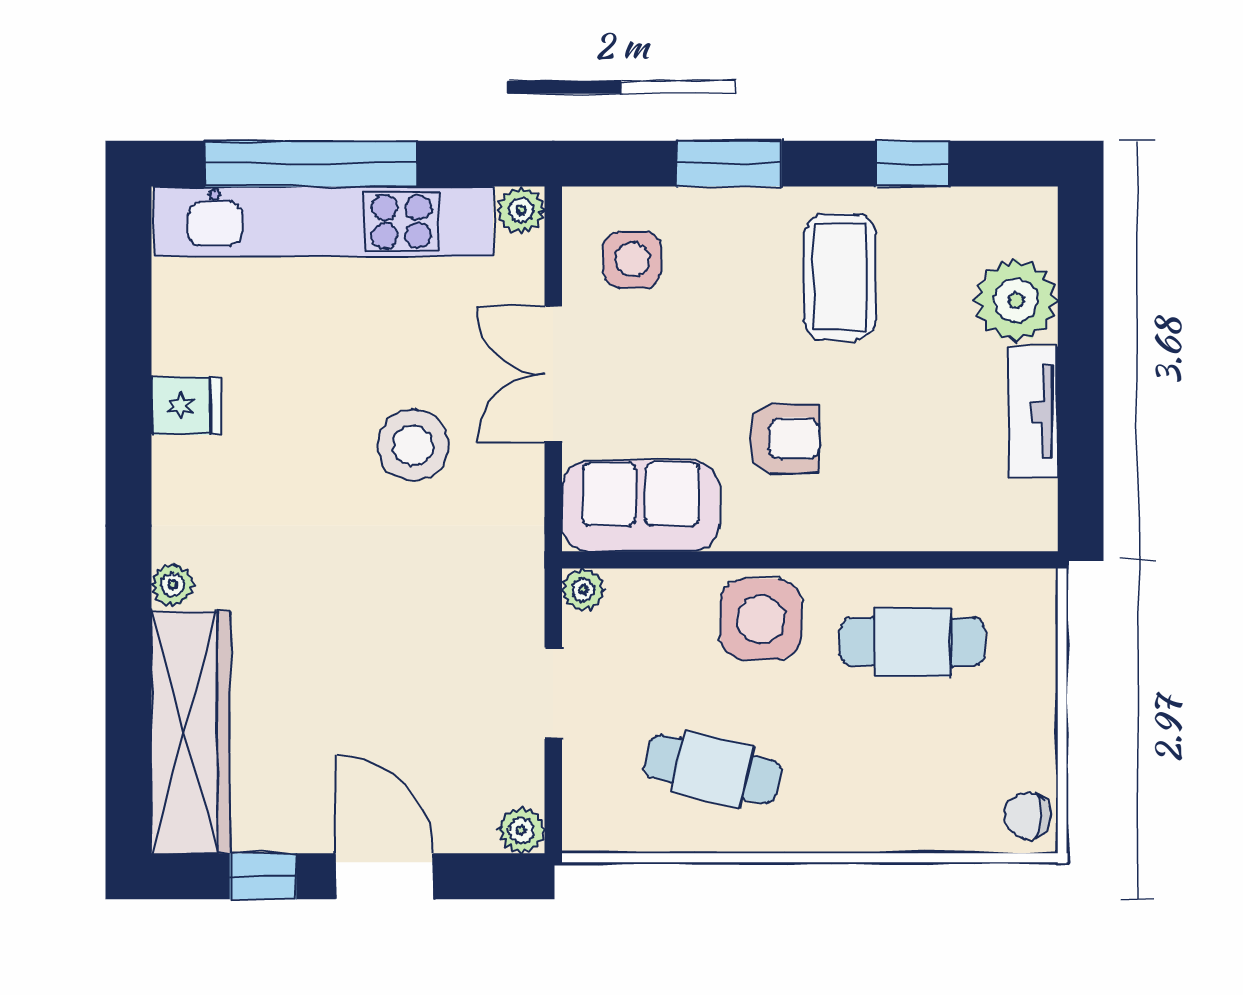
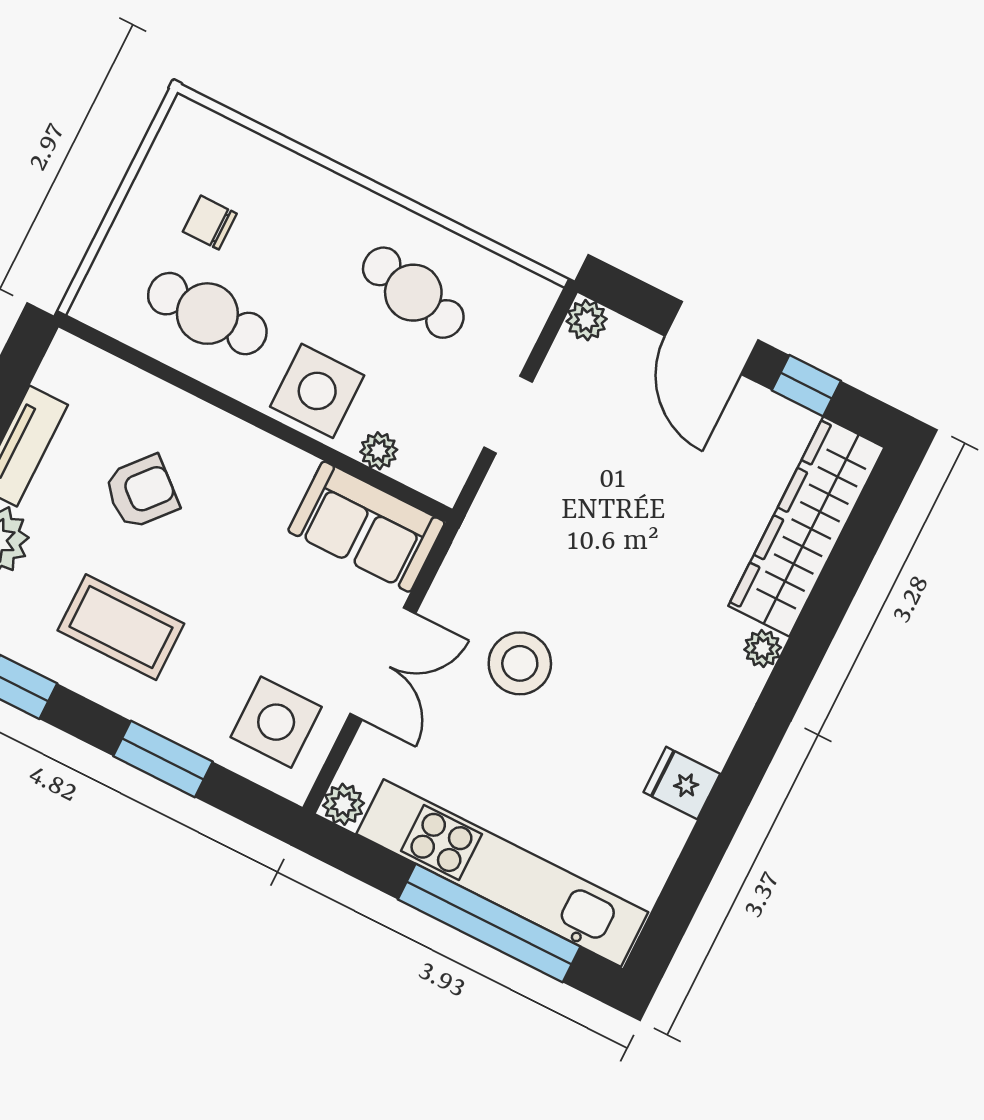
side table: (632, 259) -> (276, 722), width x1.37, depth x1.37
coffee table: (840, 277) -> (121, 627), turned 90
armchair: (785, 438) -> (141, 492), moved, turned 131
plant: (583, 590) -> (379, 451), moved
chair: (1027, 815) -> (210, 223), moved, turned 180

